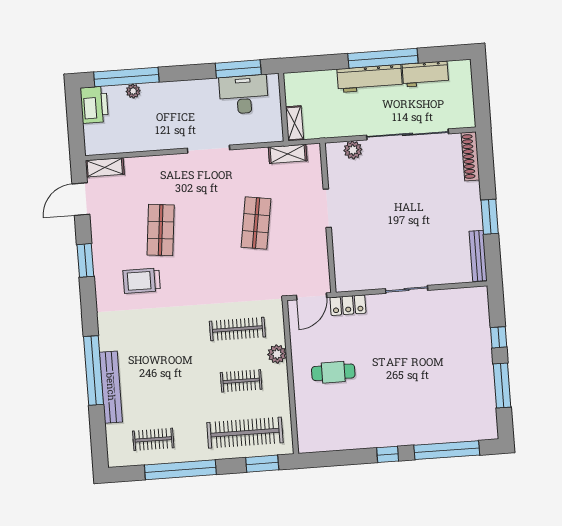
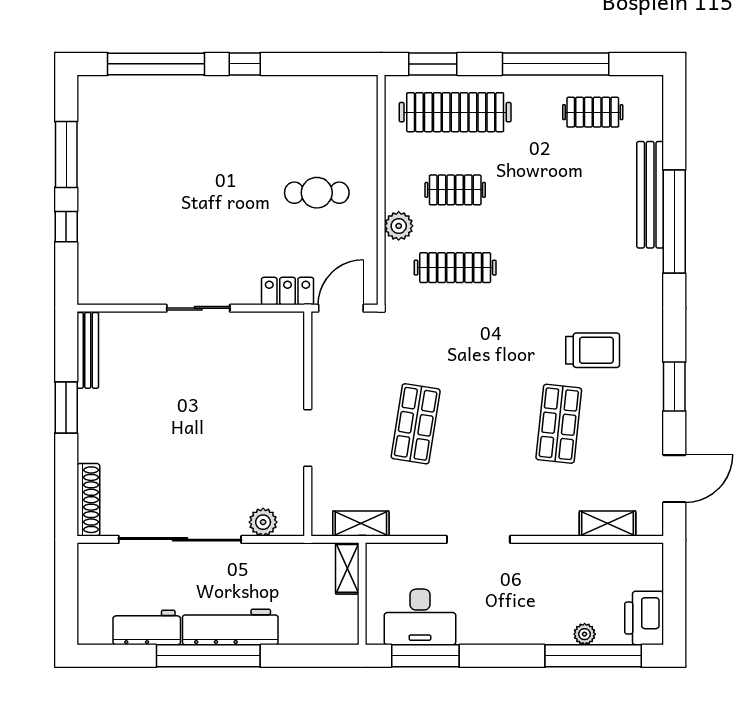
shelving: (105, 167) -> (607, 523), moved

